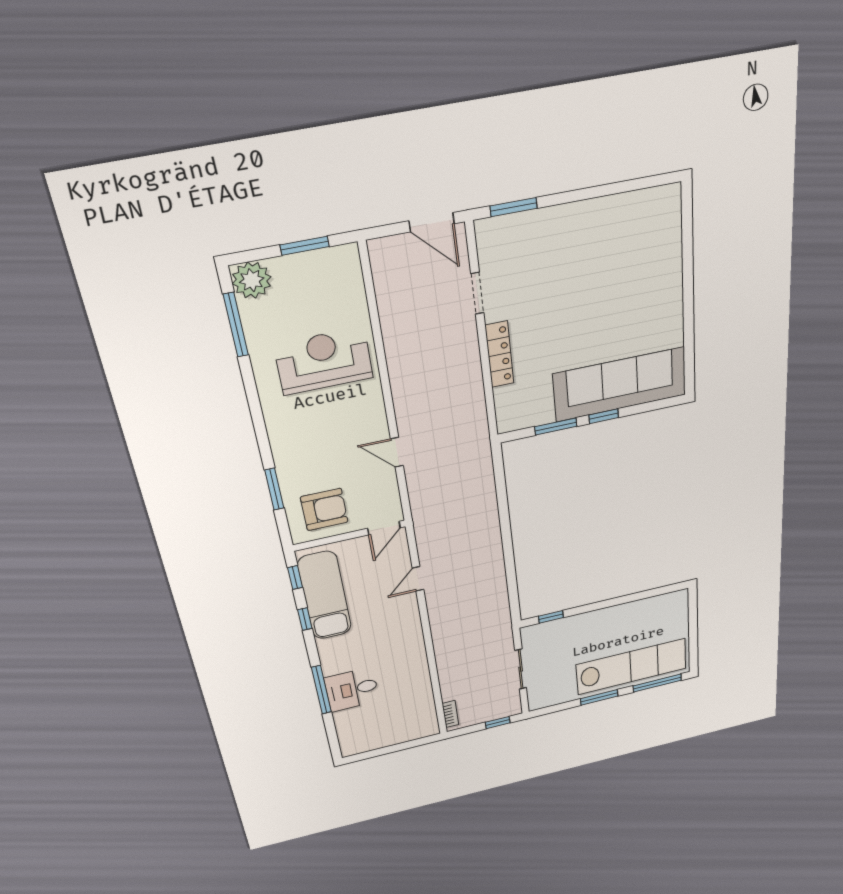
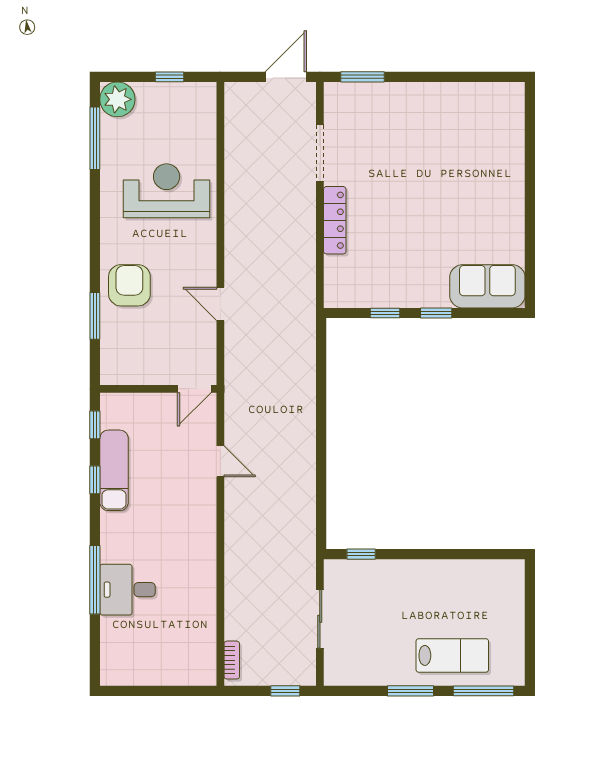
door: (432, 222) -> (286, 77), swing flipped
window: (305, 246) -> (169, 77), width x0.67
doorway: (477, 293) -> (320, 153), width x1.38
sofa: (620, 384) -> (487, 286), width x0.54, depth x0.79
window: (556, 426) -> (385, 313), width x0.67
armchair: (324, 510) -> (129, 285), moved, turned -90
door: (418, 579) -> (220, 461), swing flipped
exam couch: (325, 596) -> (114, 470), width x0.73, depth x0.69
lab bench: (631, 667) -> (452, 655), width x0.54, depth x0.72

